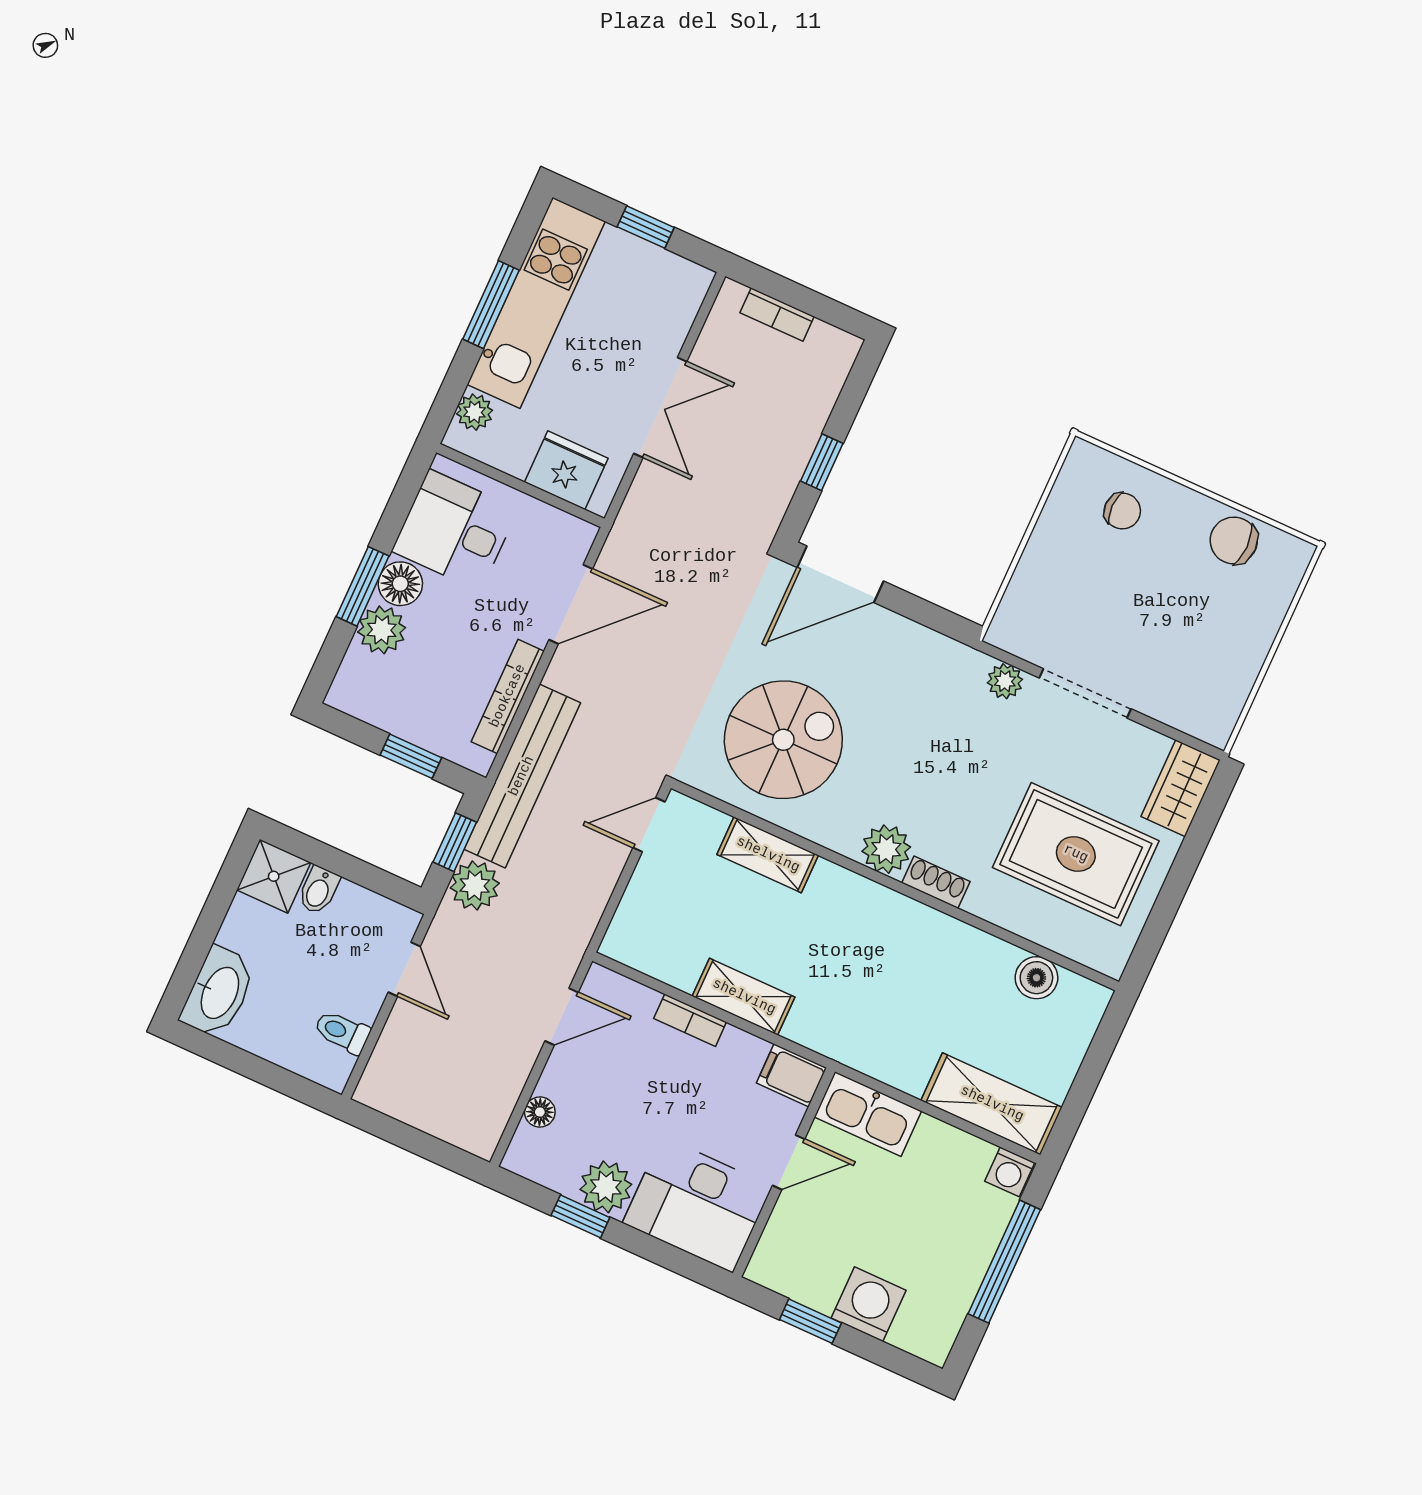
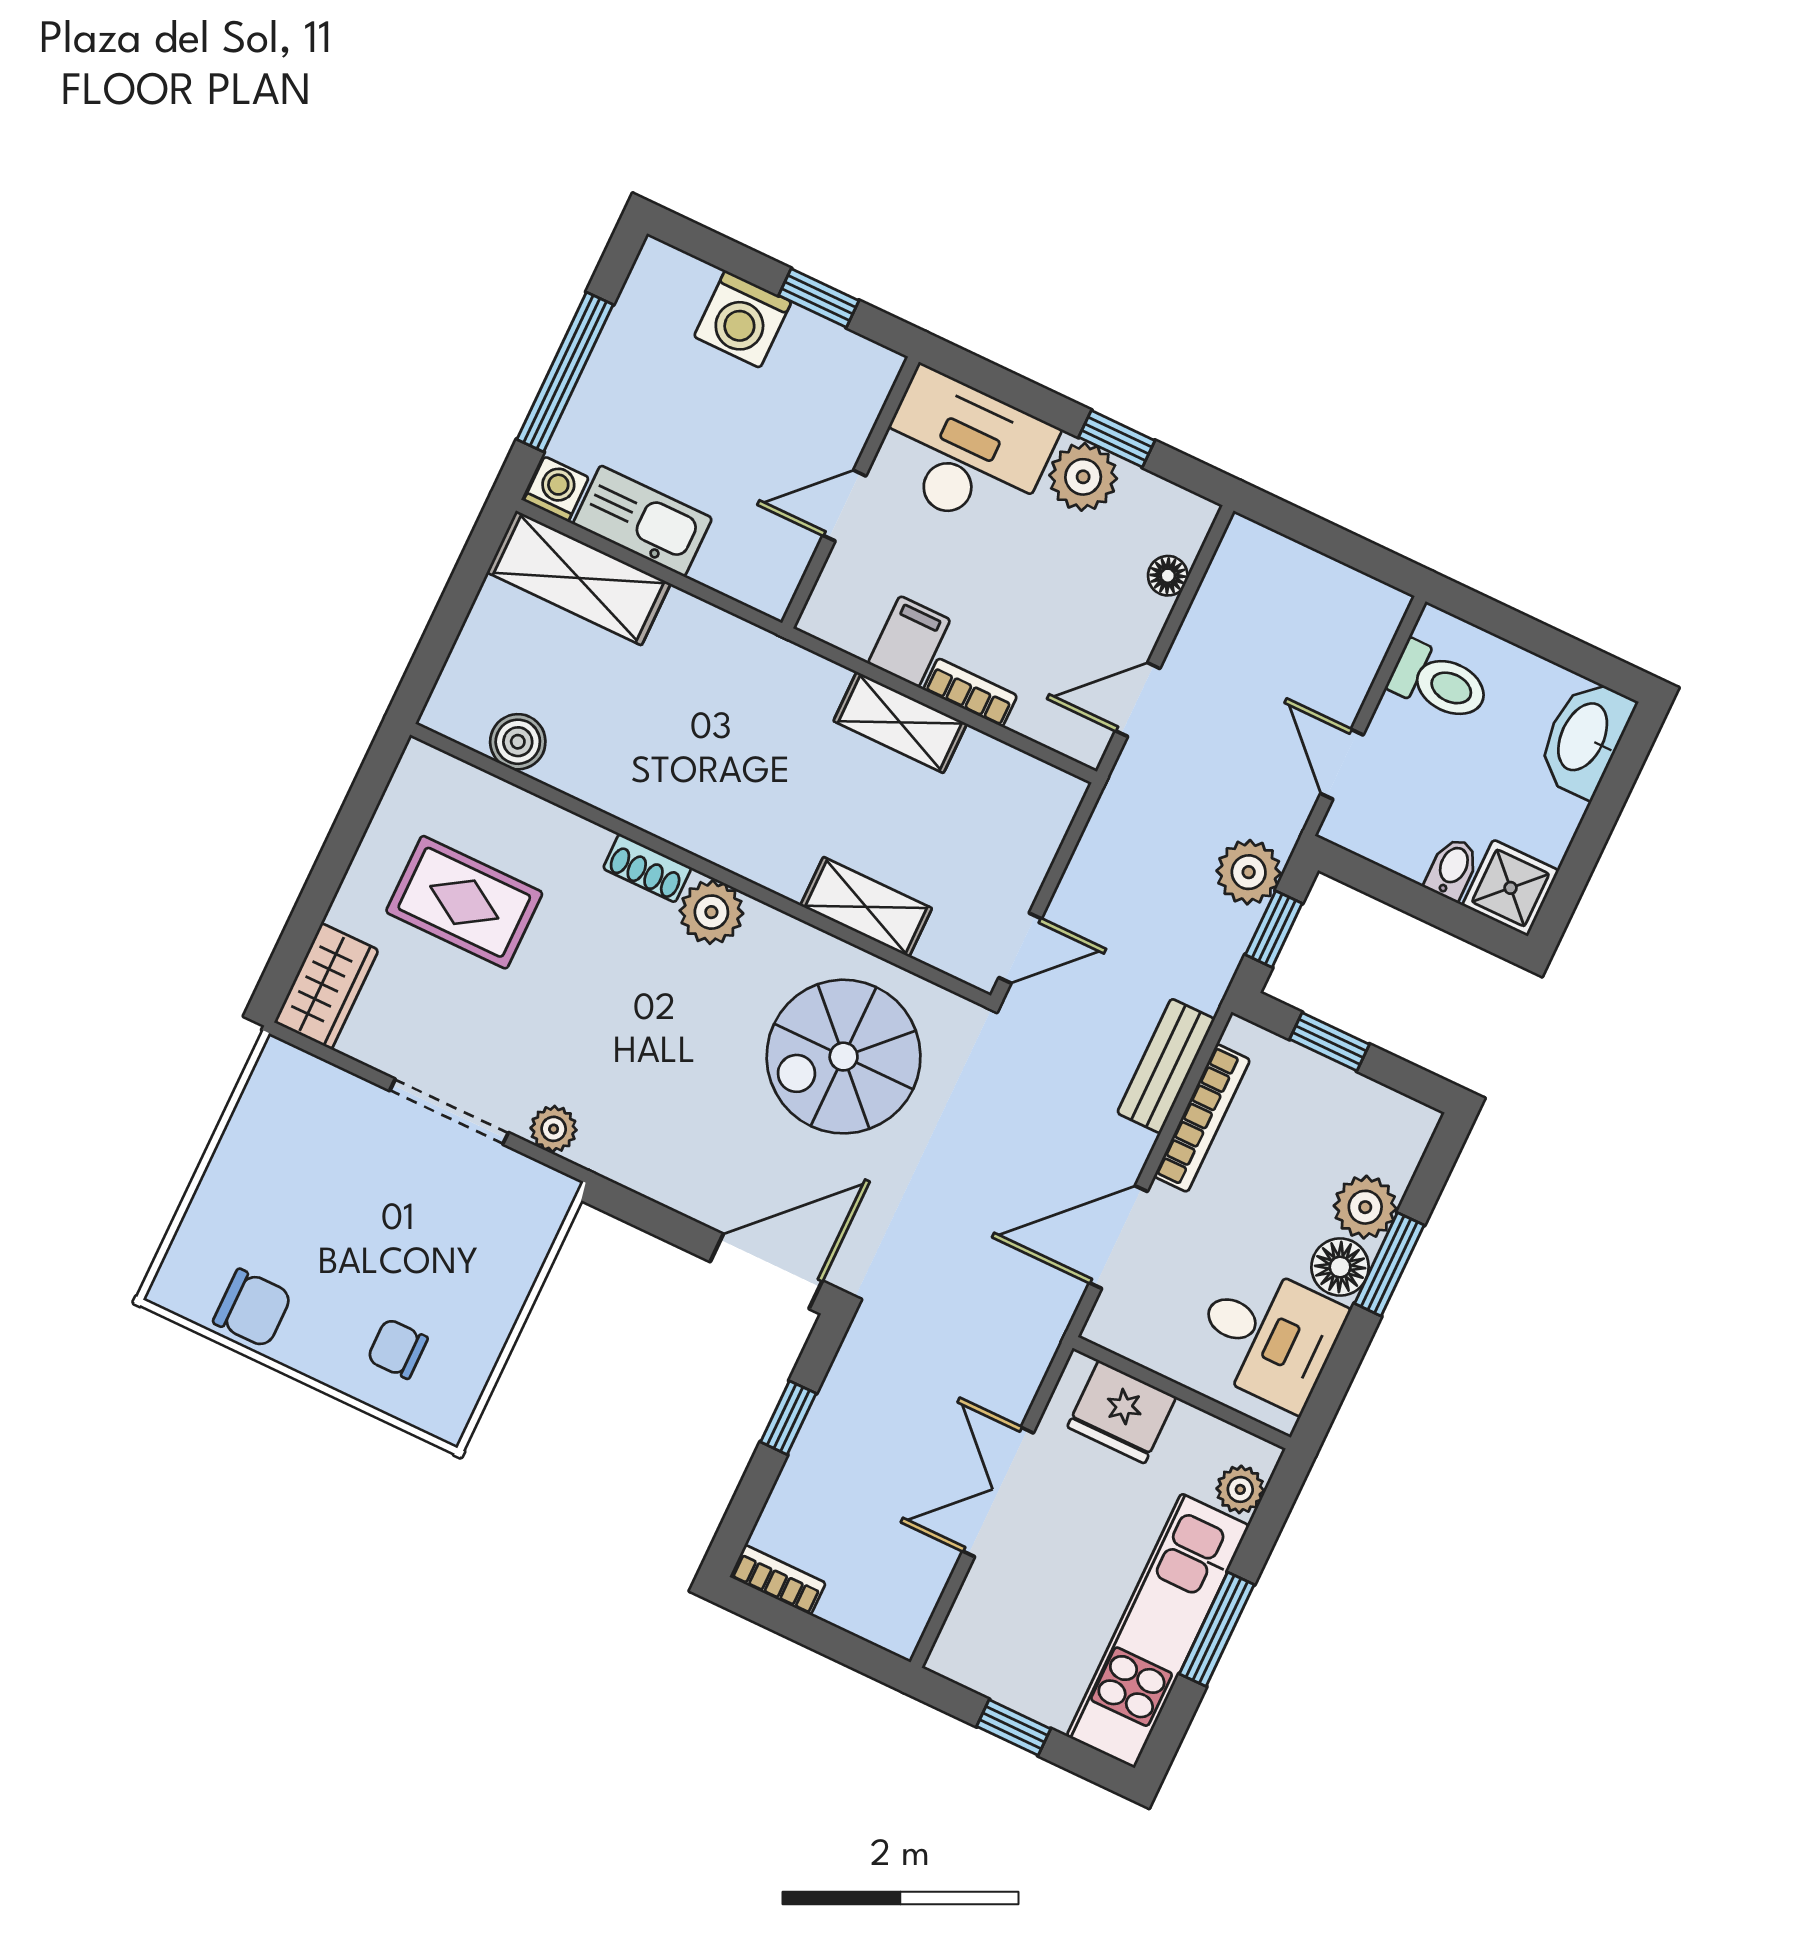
bookcase: (777, 315) -> (778, 1580), moved
bench: (522, 776) -> (1166, 1066), width x0.54, depth x0.82
rug: (1076, 854) -> (464, 902), width x0.73, depth x0.70
toilet: (342, 1032) -> (1439, 682), width x1.37, depth x1.39
filing cabinet: (792, 1075) -> (909, 642), moved, turned -90
kitchen sink: (868, 1114) -> (642, 521), moved

